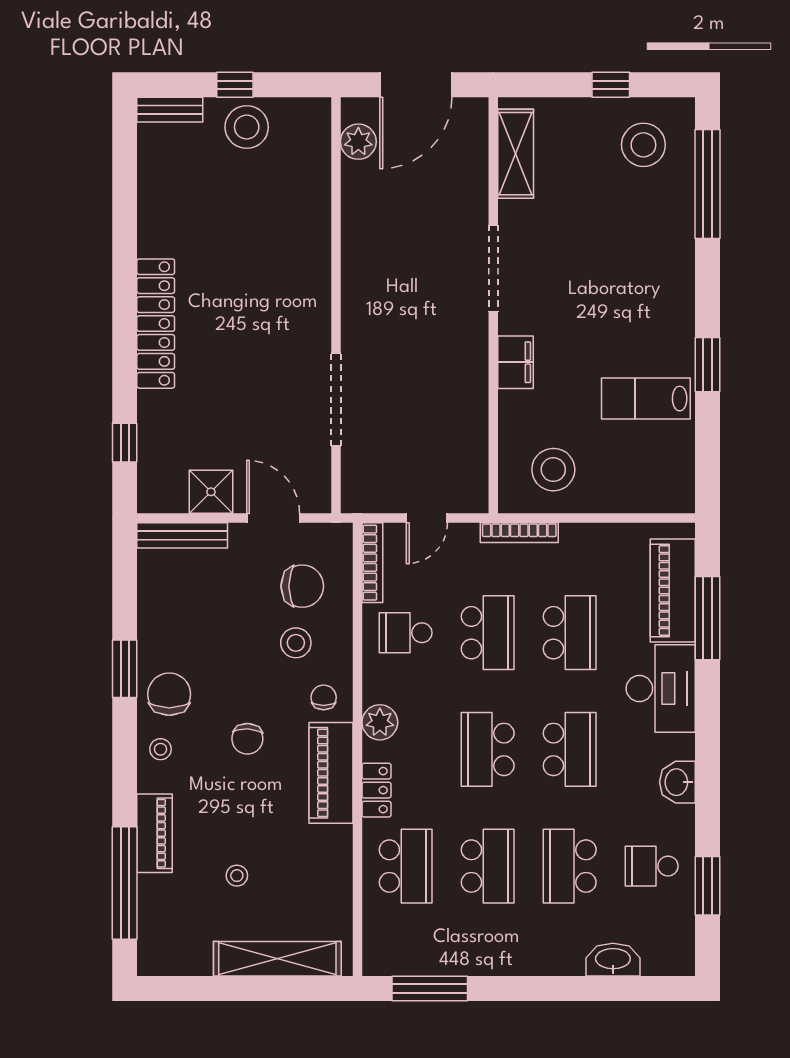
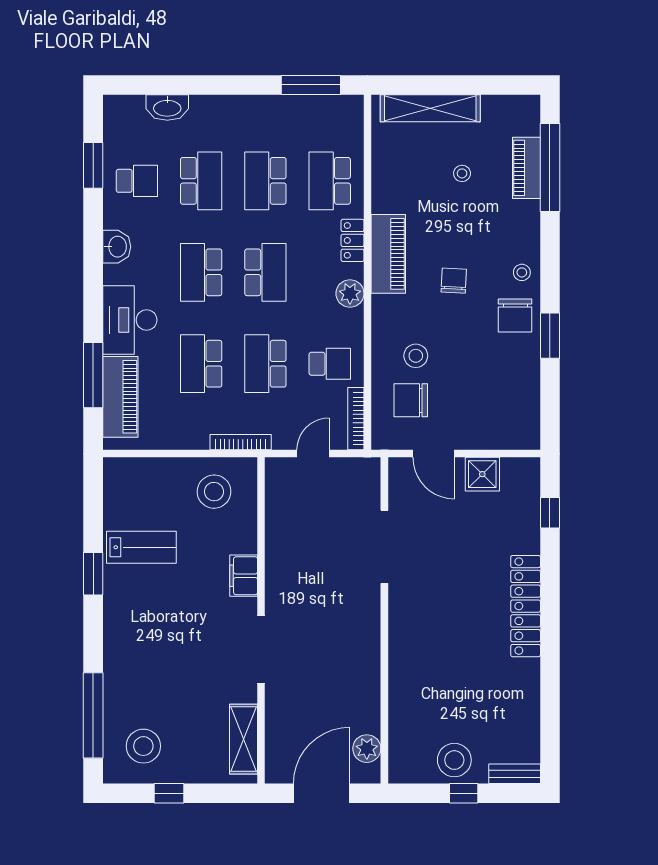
bench: (182, 535) -> (505, 440), removed
chair: (324, 697) -> (394, 313), removed
piano: (155, 833) -> (527, 168), moved

